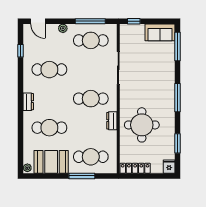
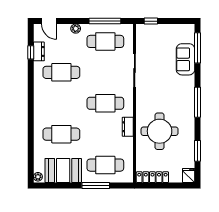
sofa: (160, 32) -> (186, 59), moved, turned 90
dresser: (28, 102) -> (39, 51), moved

